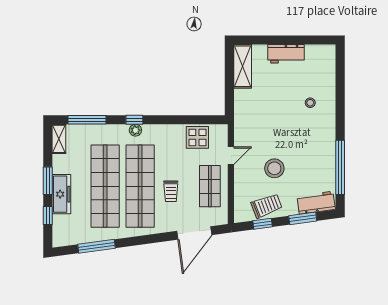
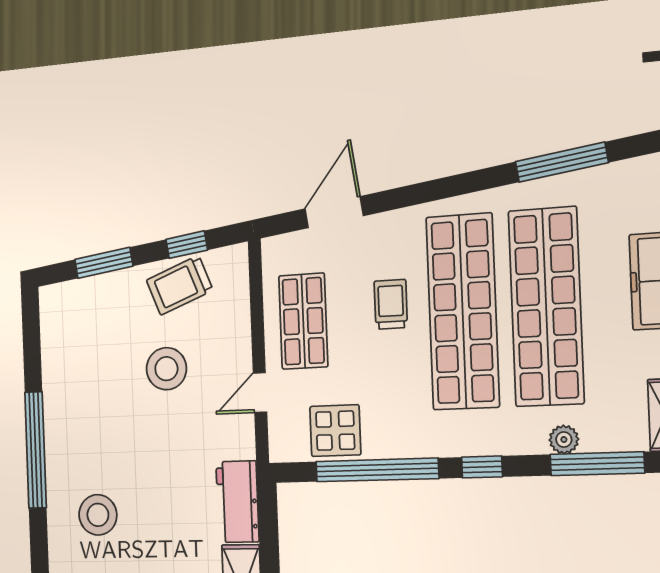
stool: (310, 103) -> (98, 515), width x1.89, depth x1.89
window: (180, 120) -> (377, 470), added
plant: (135, 130) -> (564, 440), moved
window: (340, 167) -> (36, 450), moved
workbench: (316, 203) -> (237, 502), moved, turned 98
door: (194, 233) -> (334, 212), width x0.73

